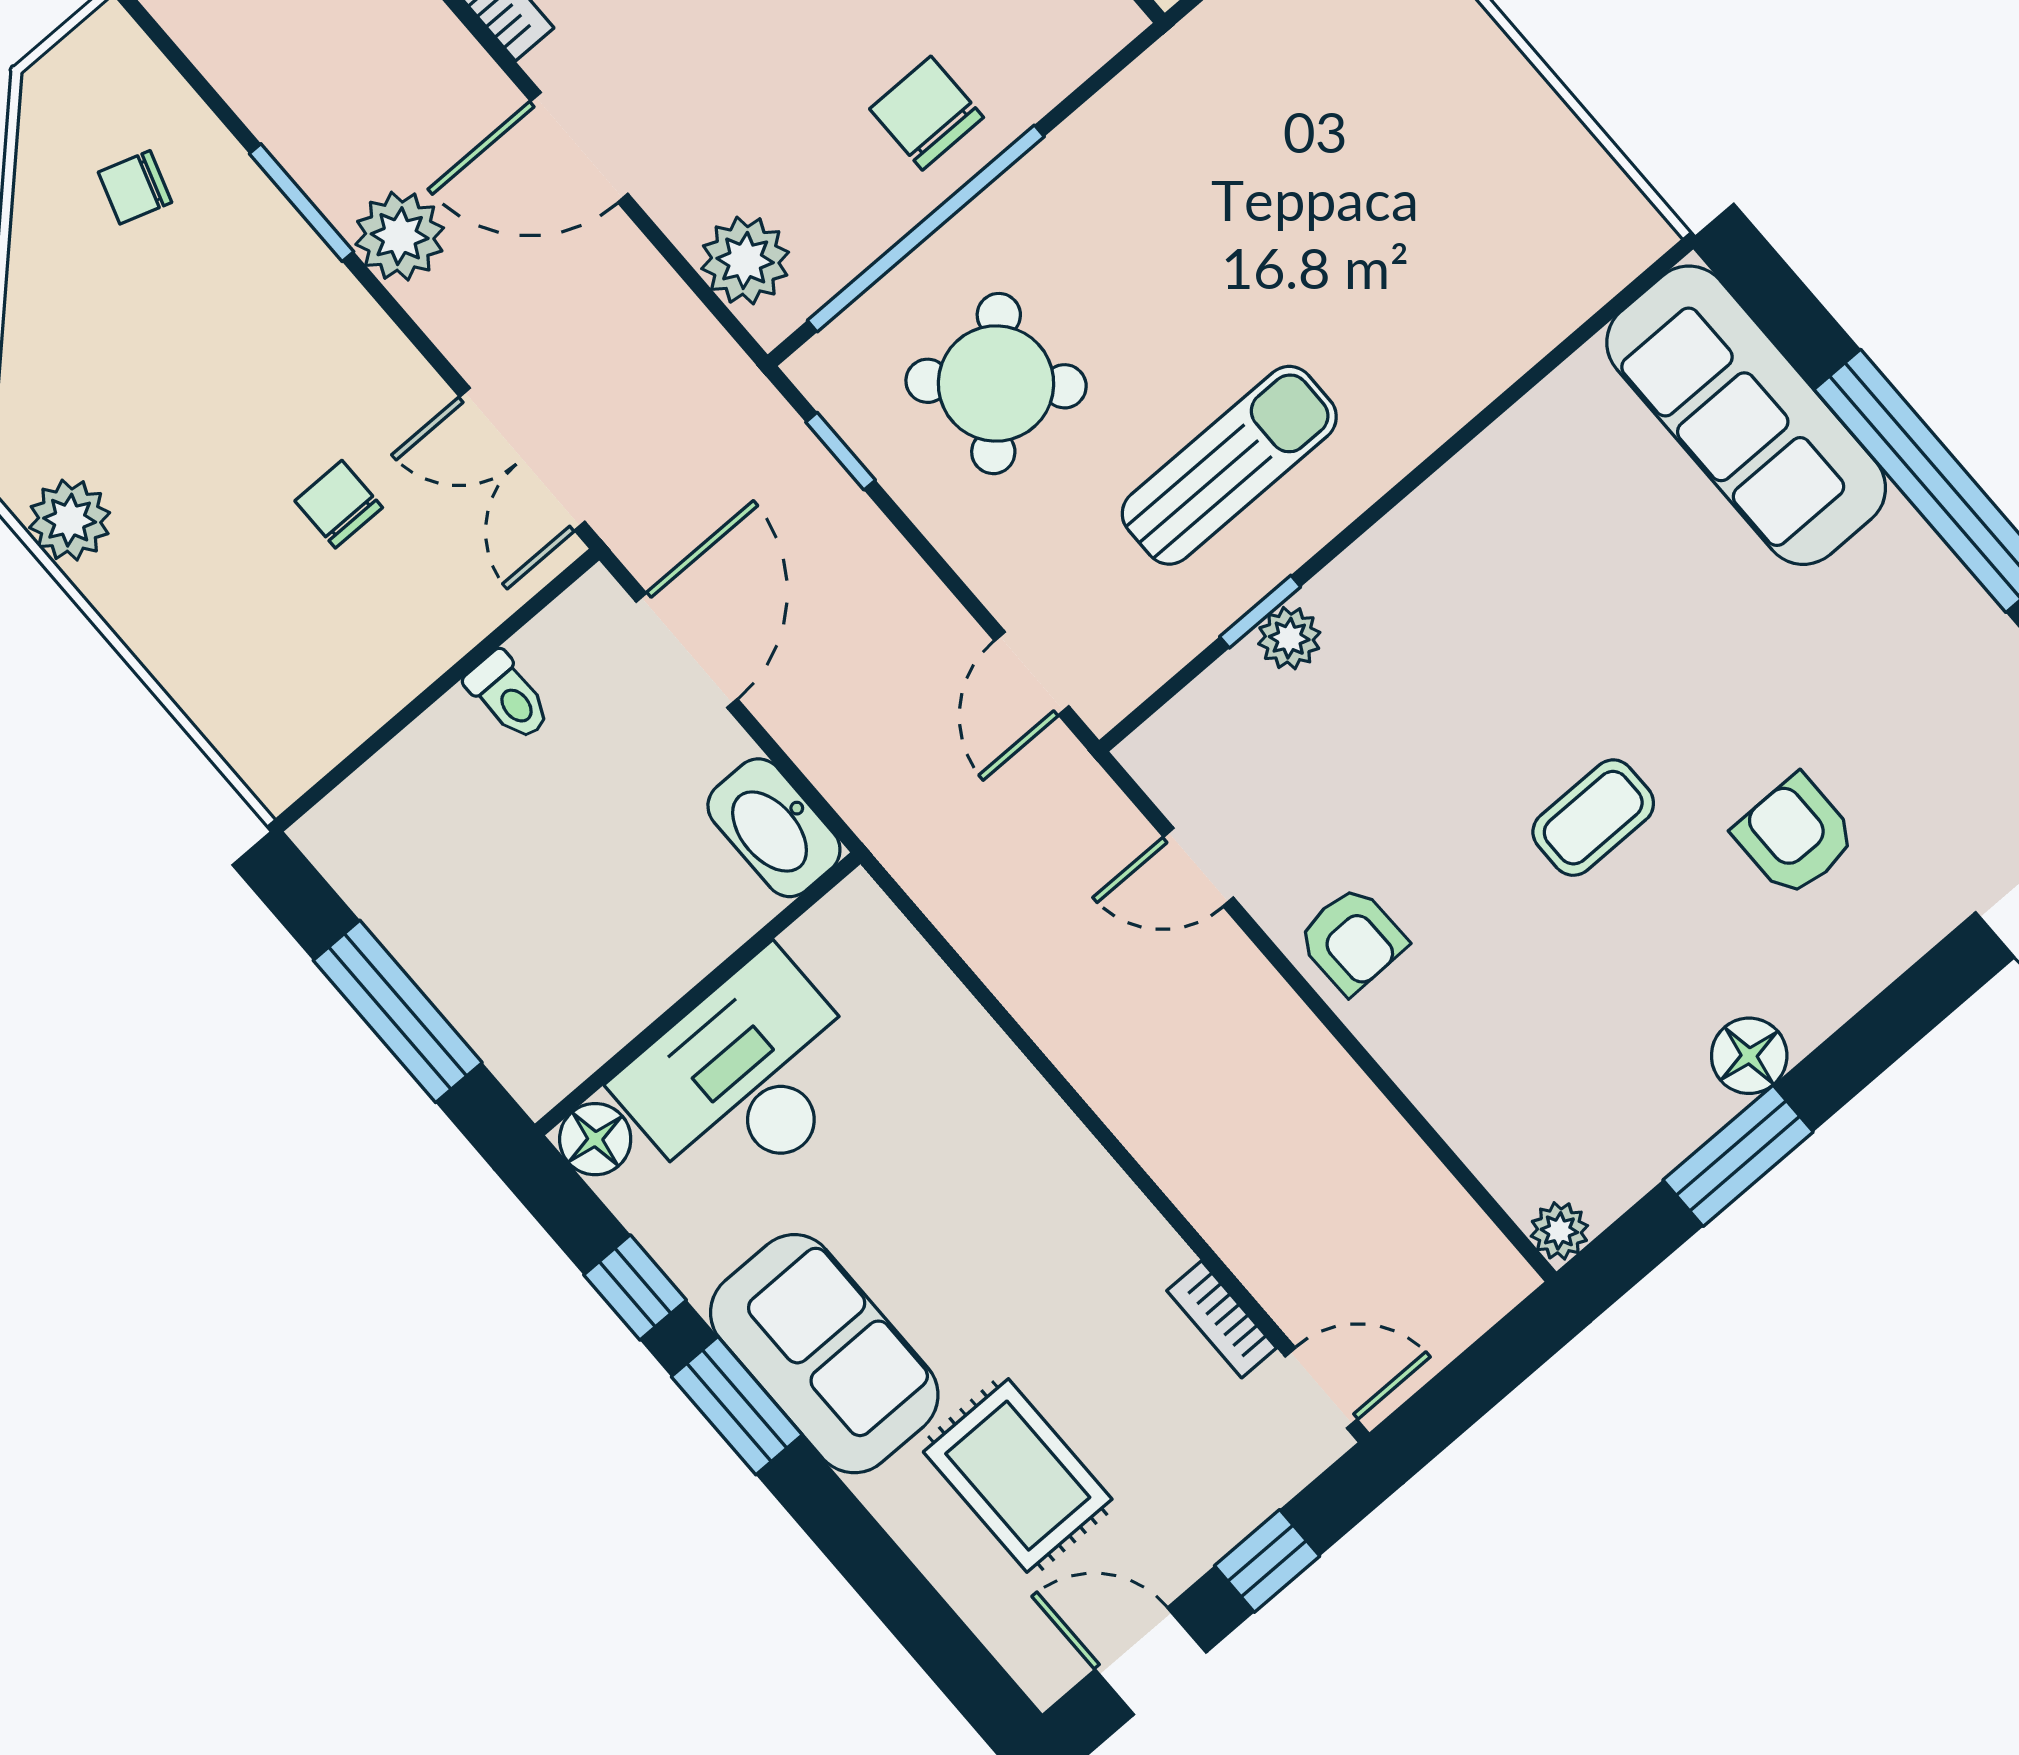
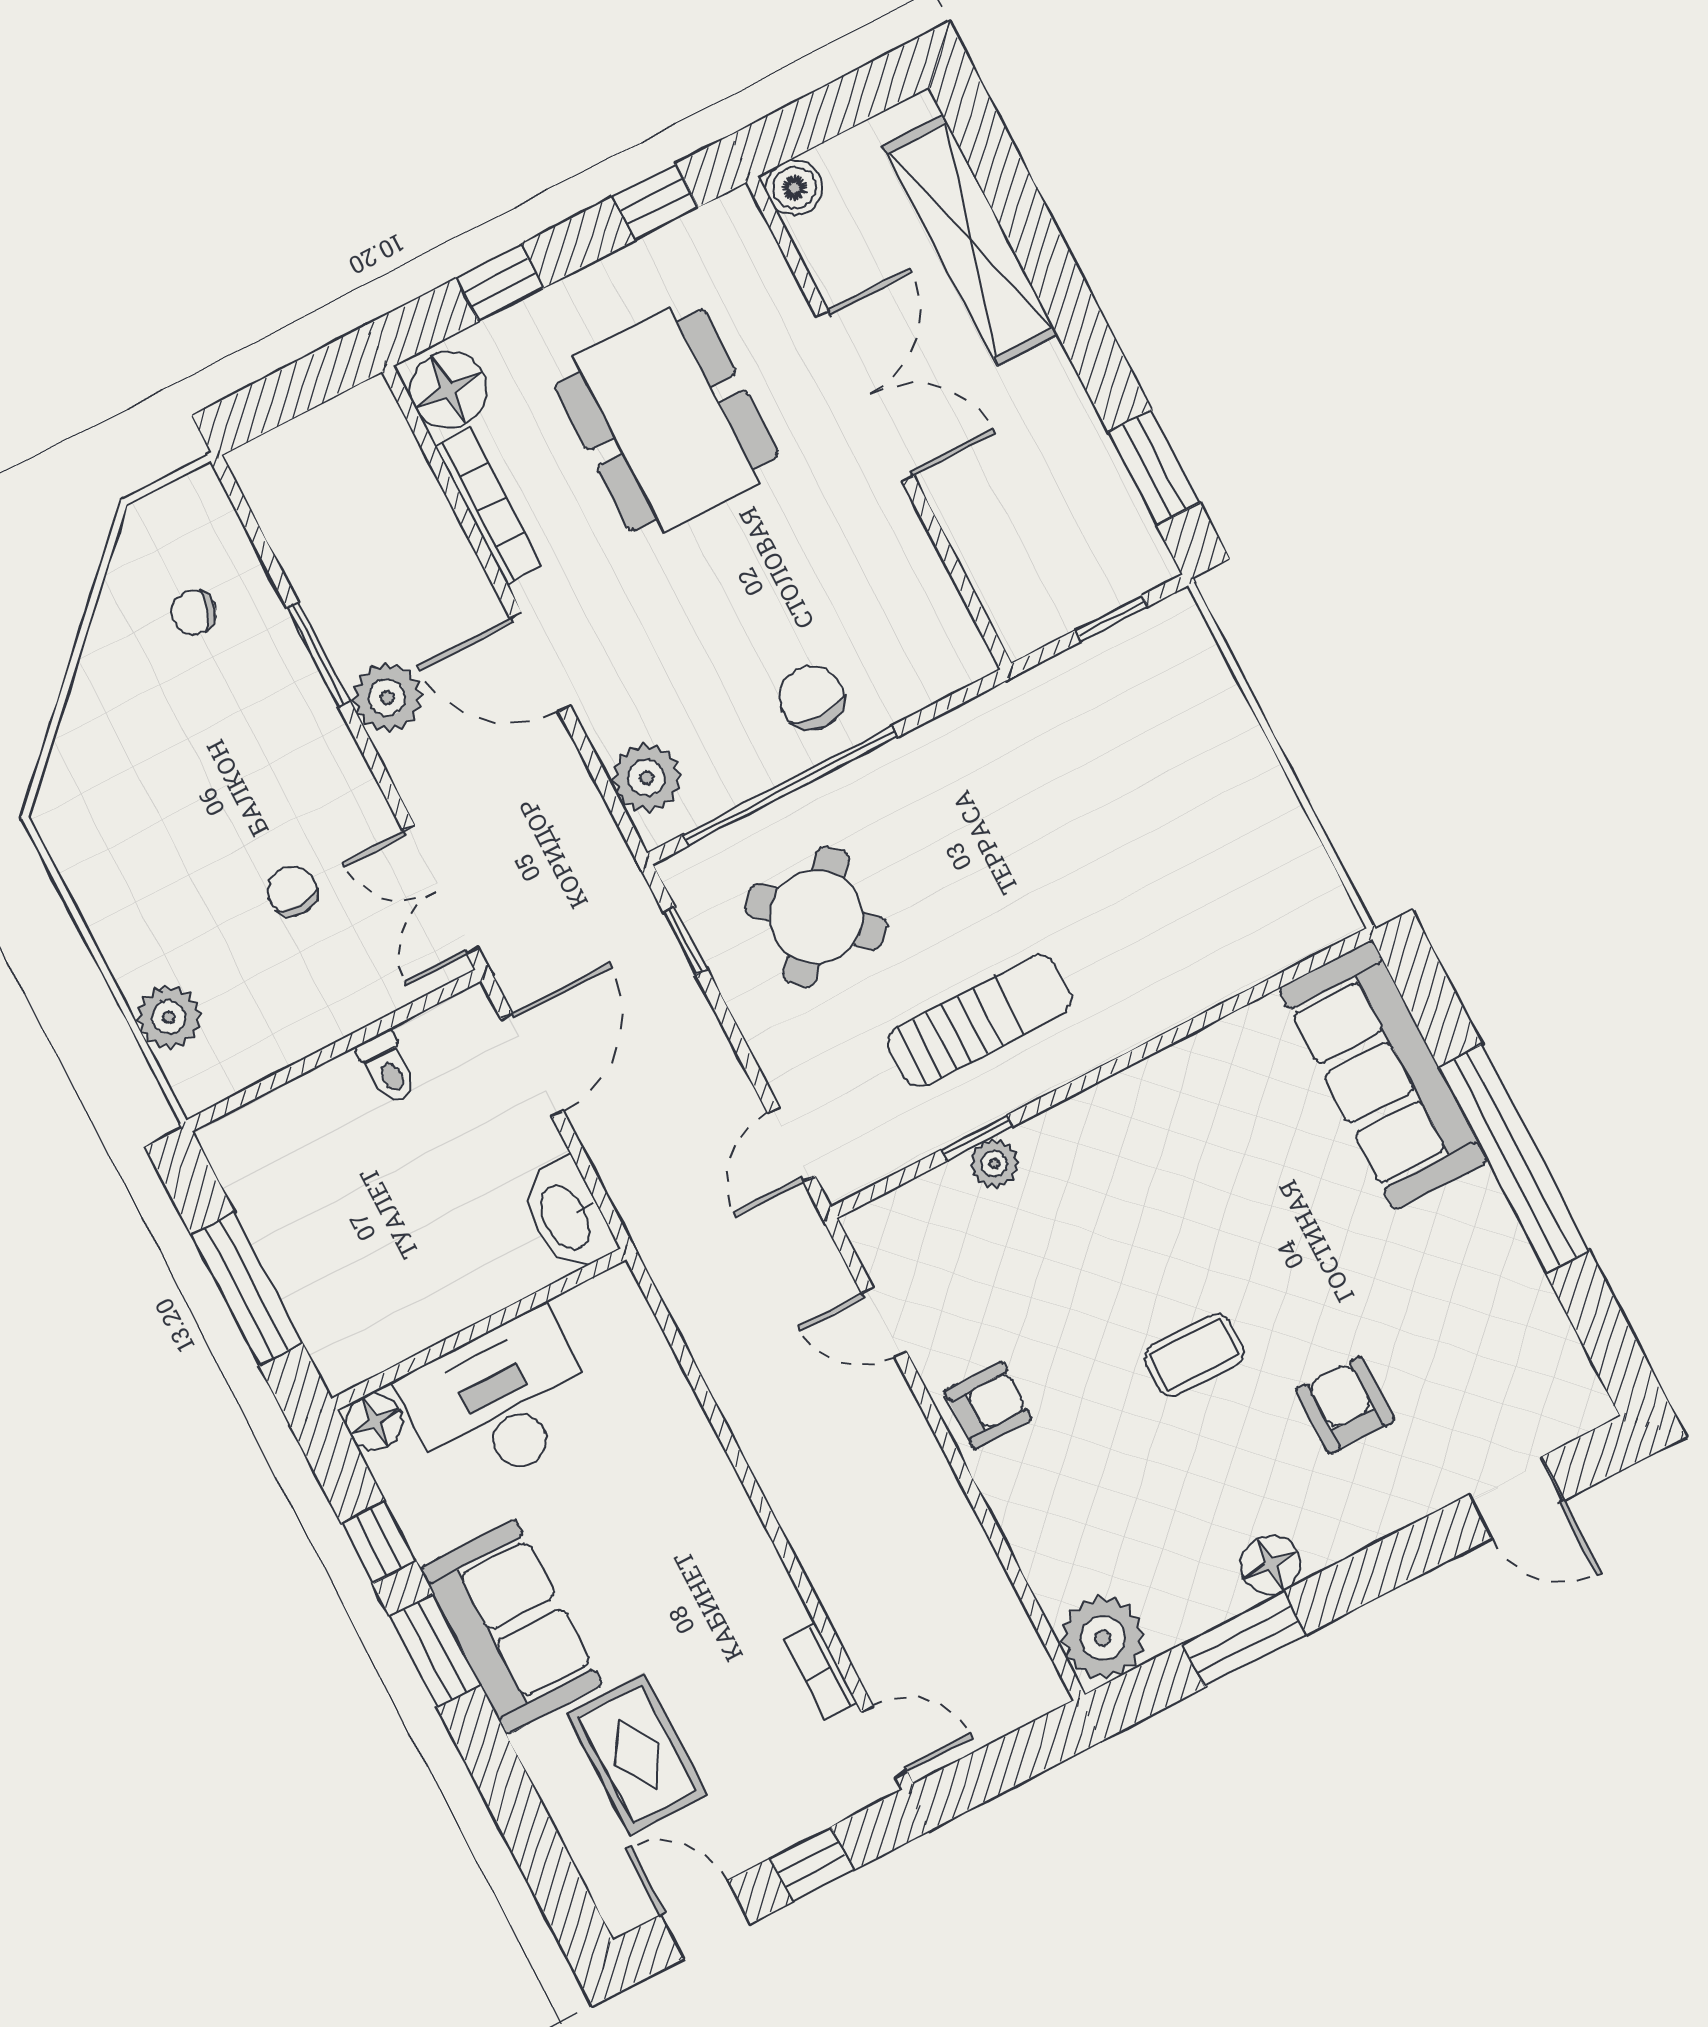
plant: (70, 520) -> (169, 1017), moved
armchair: (1352, 940) -> (988, 1405), turned -89
plant: (1559, 1231) -> (1103, 1638), width x1.87, depth x1.87

